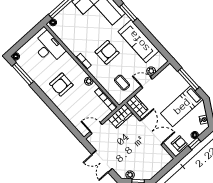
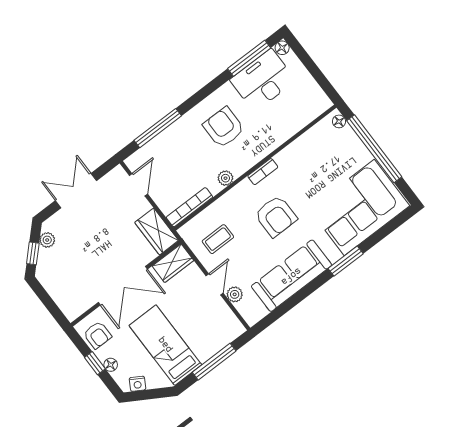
desk: (49, 48) -> (263, 80), moved, turned 180
window: (65, 120) -> (158, 128), added

